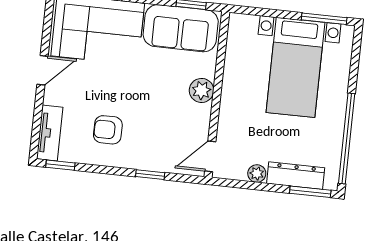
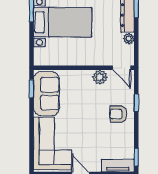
plant: (202, 90) -> (100, 77), moved
armchair: (108, 130) -> (118, 114), moved, turned 90

